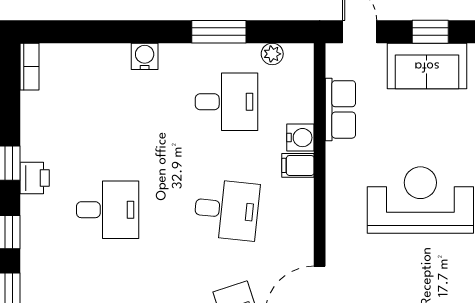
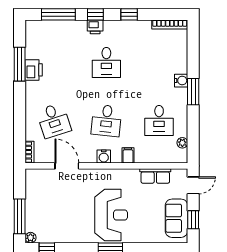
window: (219, 32) -> (193, 92), moved
bookcase: (30, 67) -> (170, 24), width x1.56
water cooler: (300, 138) -> (104, 156), moved
printer: (35, 178) -> (95, 27), moved

